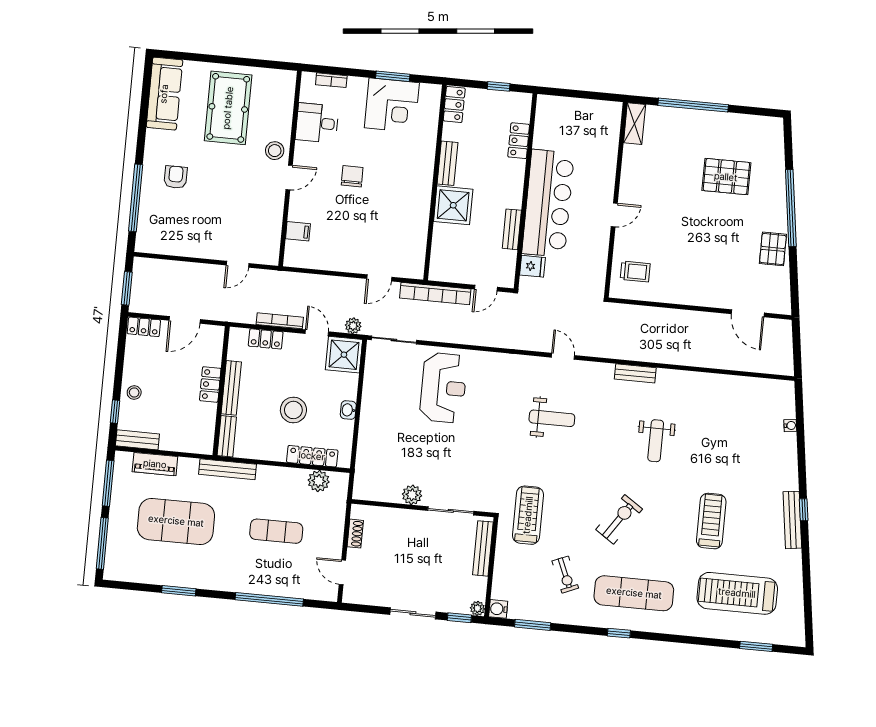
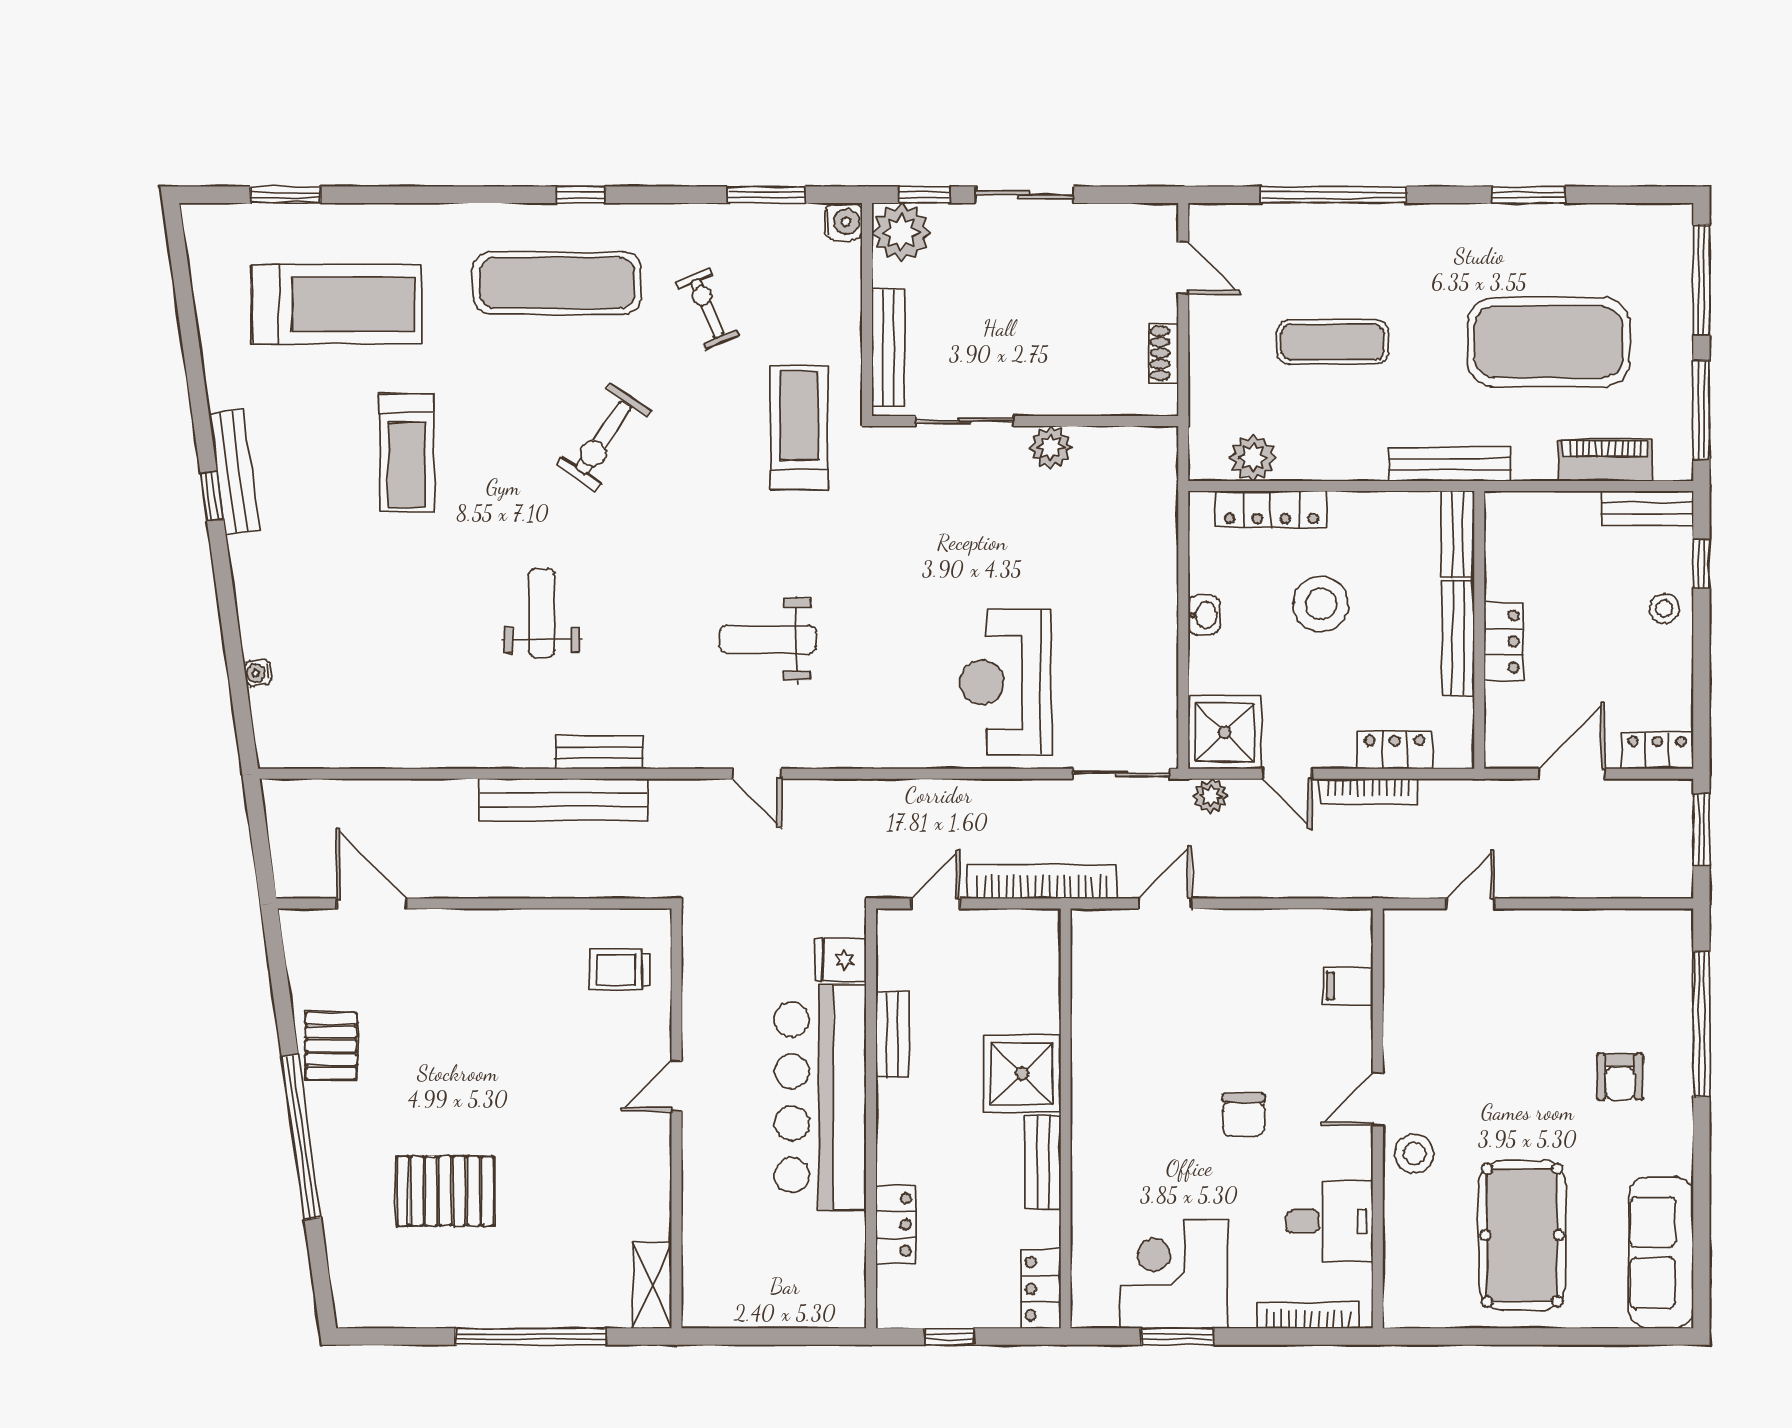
bookcase: (331, 80) -> (1308, 1315), width x1.56
bench: (654, 353) -> (563, 800), added
treadmill: (528, 515) -> (799, 428), turned 180
plant: (477, 608) -> (901, 232), width x1.88, depth x1.88

